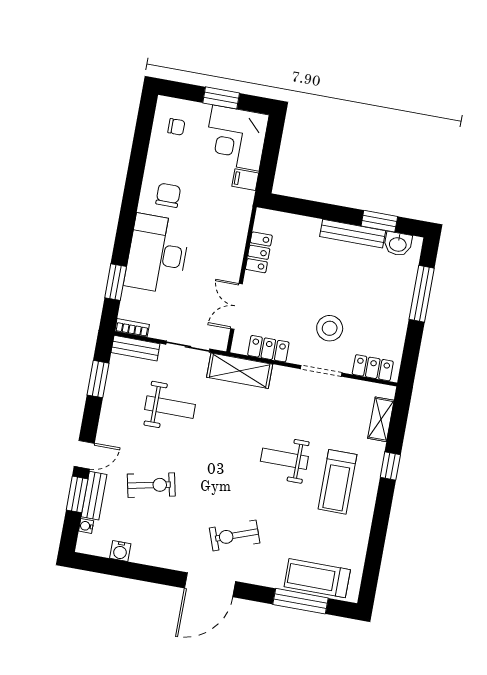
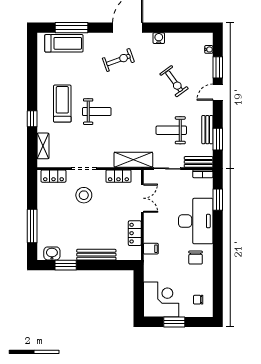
filing cabinet: (245, 180) -> (151, 249), moved
bench: (353, 234) -> (96, 255), moved
exercise bike: (151, 485) -> (174, 81), turned -114
bench: (94, 496) -> (207, 130), moved
water cooler: (120, 551) -> (159, 38), moved

